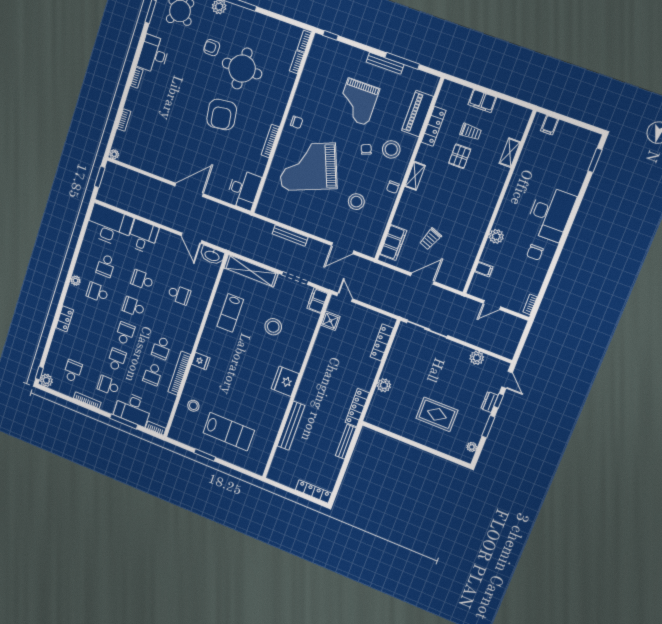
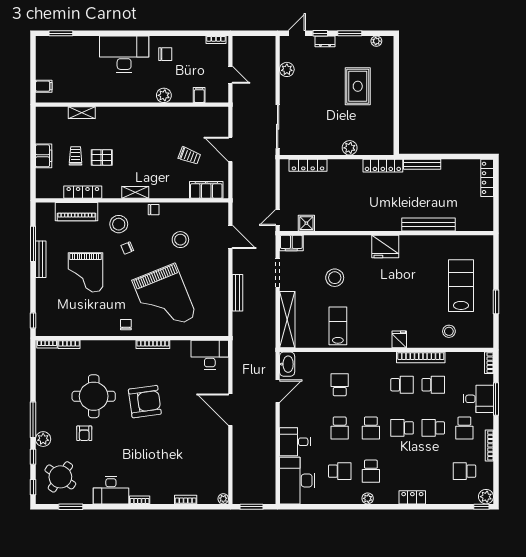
grand piano: (358, 102) -> (85, 272), turned 90
lab bench: (230, 313) -> (338, 326), turned -90
desk: (133, 409) -> (478, 399), width x0.73

